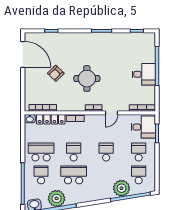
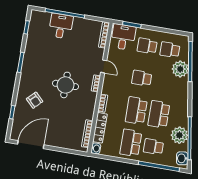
armchair: (56, 73) -> (35, 100), moved
desk: (144, 74) -> (61, 26), moved
school desk: (74, 152) -> (136, 111), width x1.85

